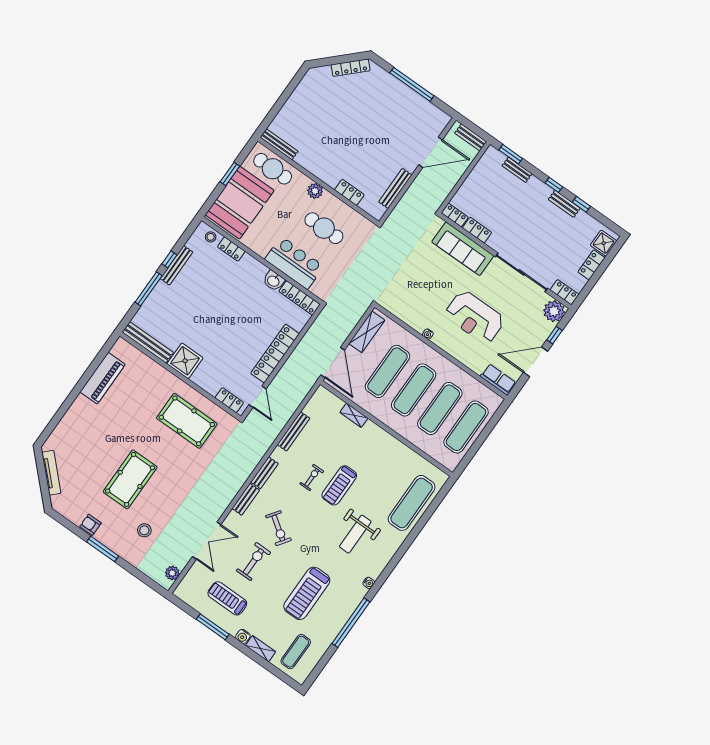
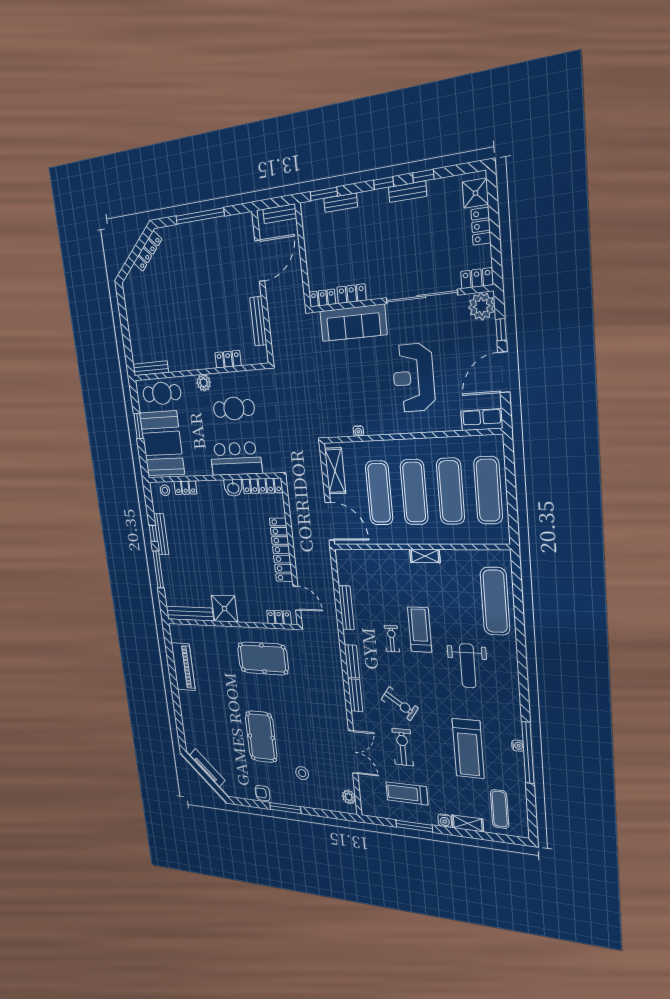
reception desk: (475, 317) -> (414, 378), turned 90
water cooler: (428, 334) -> (358, 431), moved
shelving: (354, 415) -> (425, 556), moved
treadmill: (339, 485) -> (420, 630), turned 180
water cooler: (369, 583) -> (518, 746), moved

